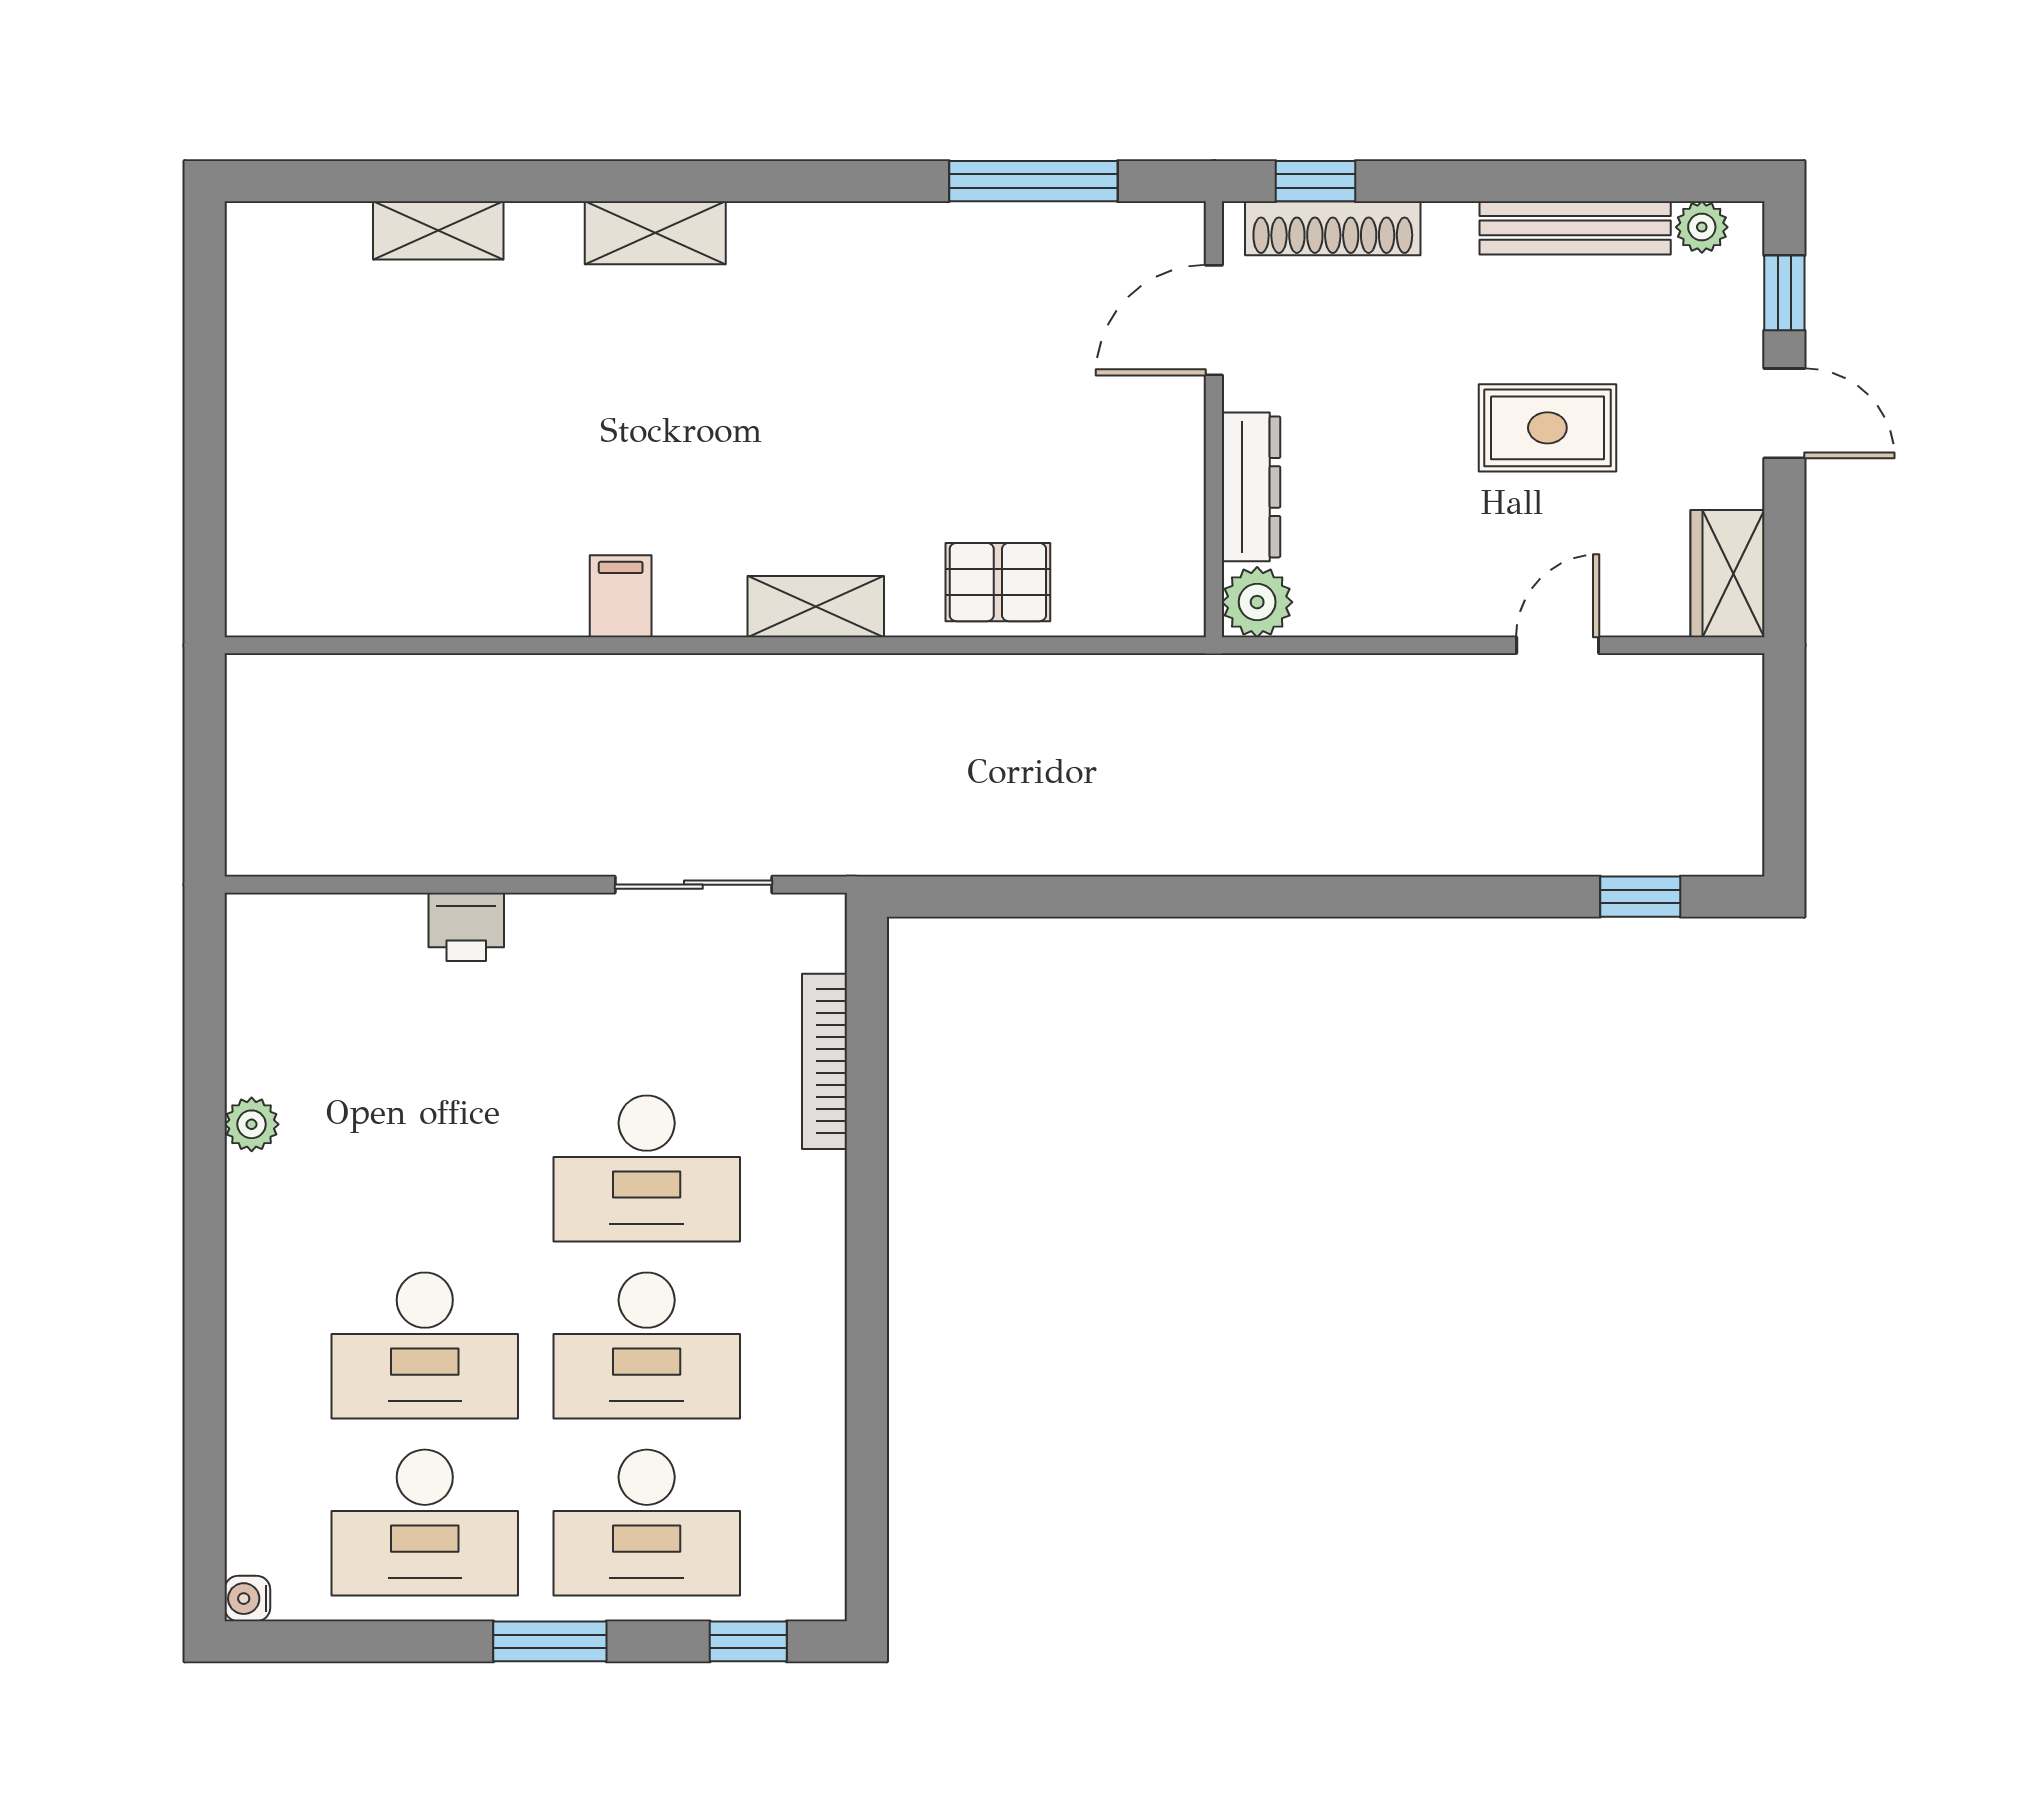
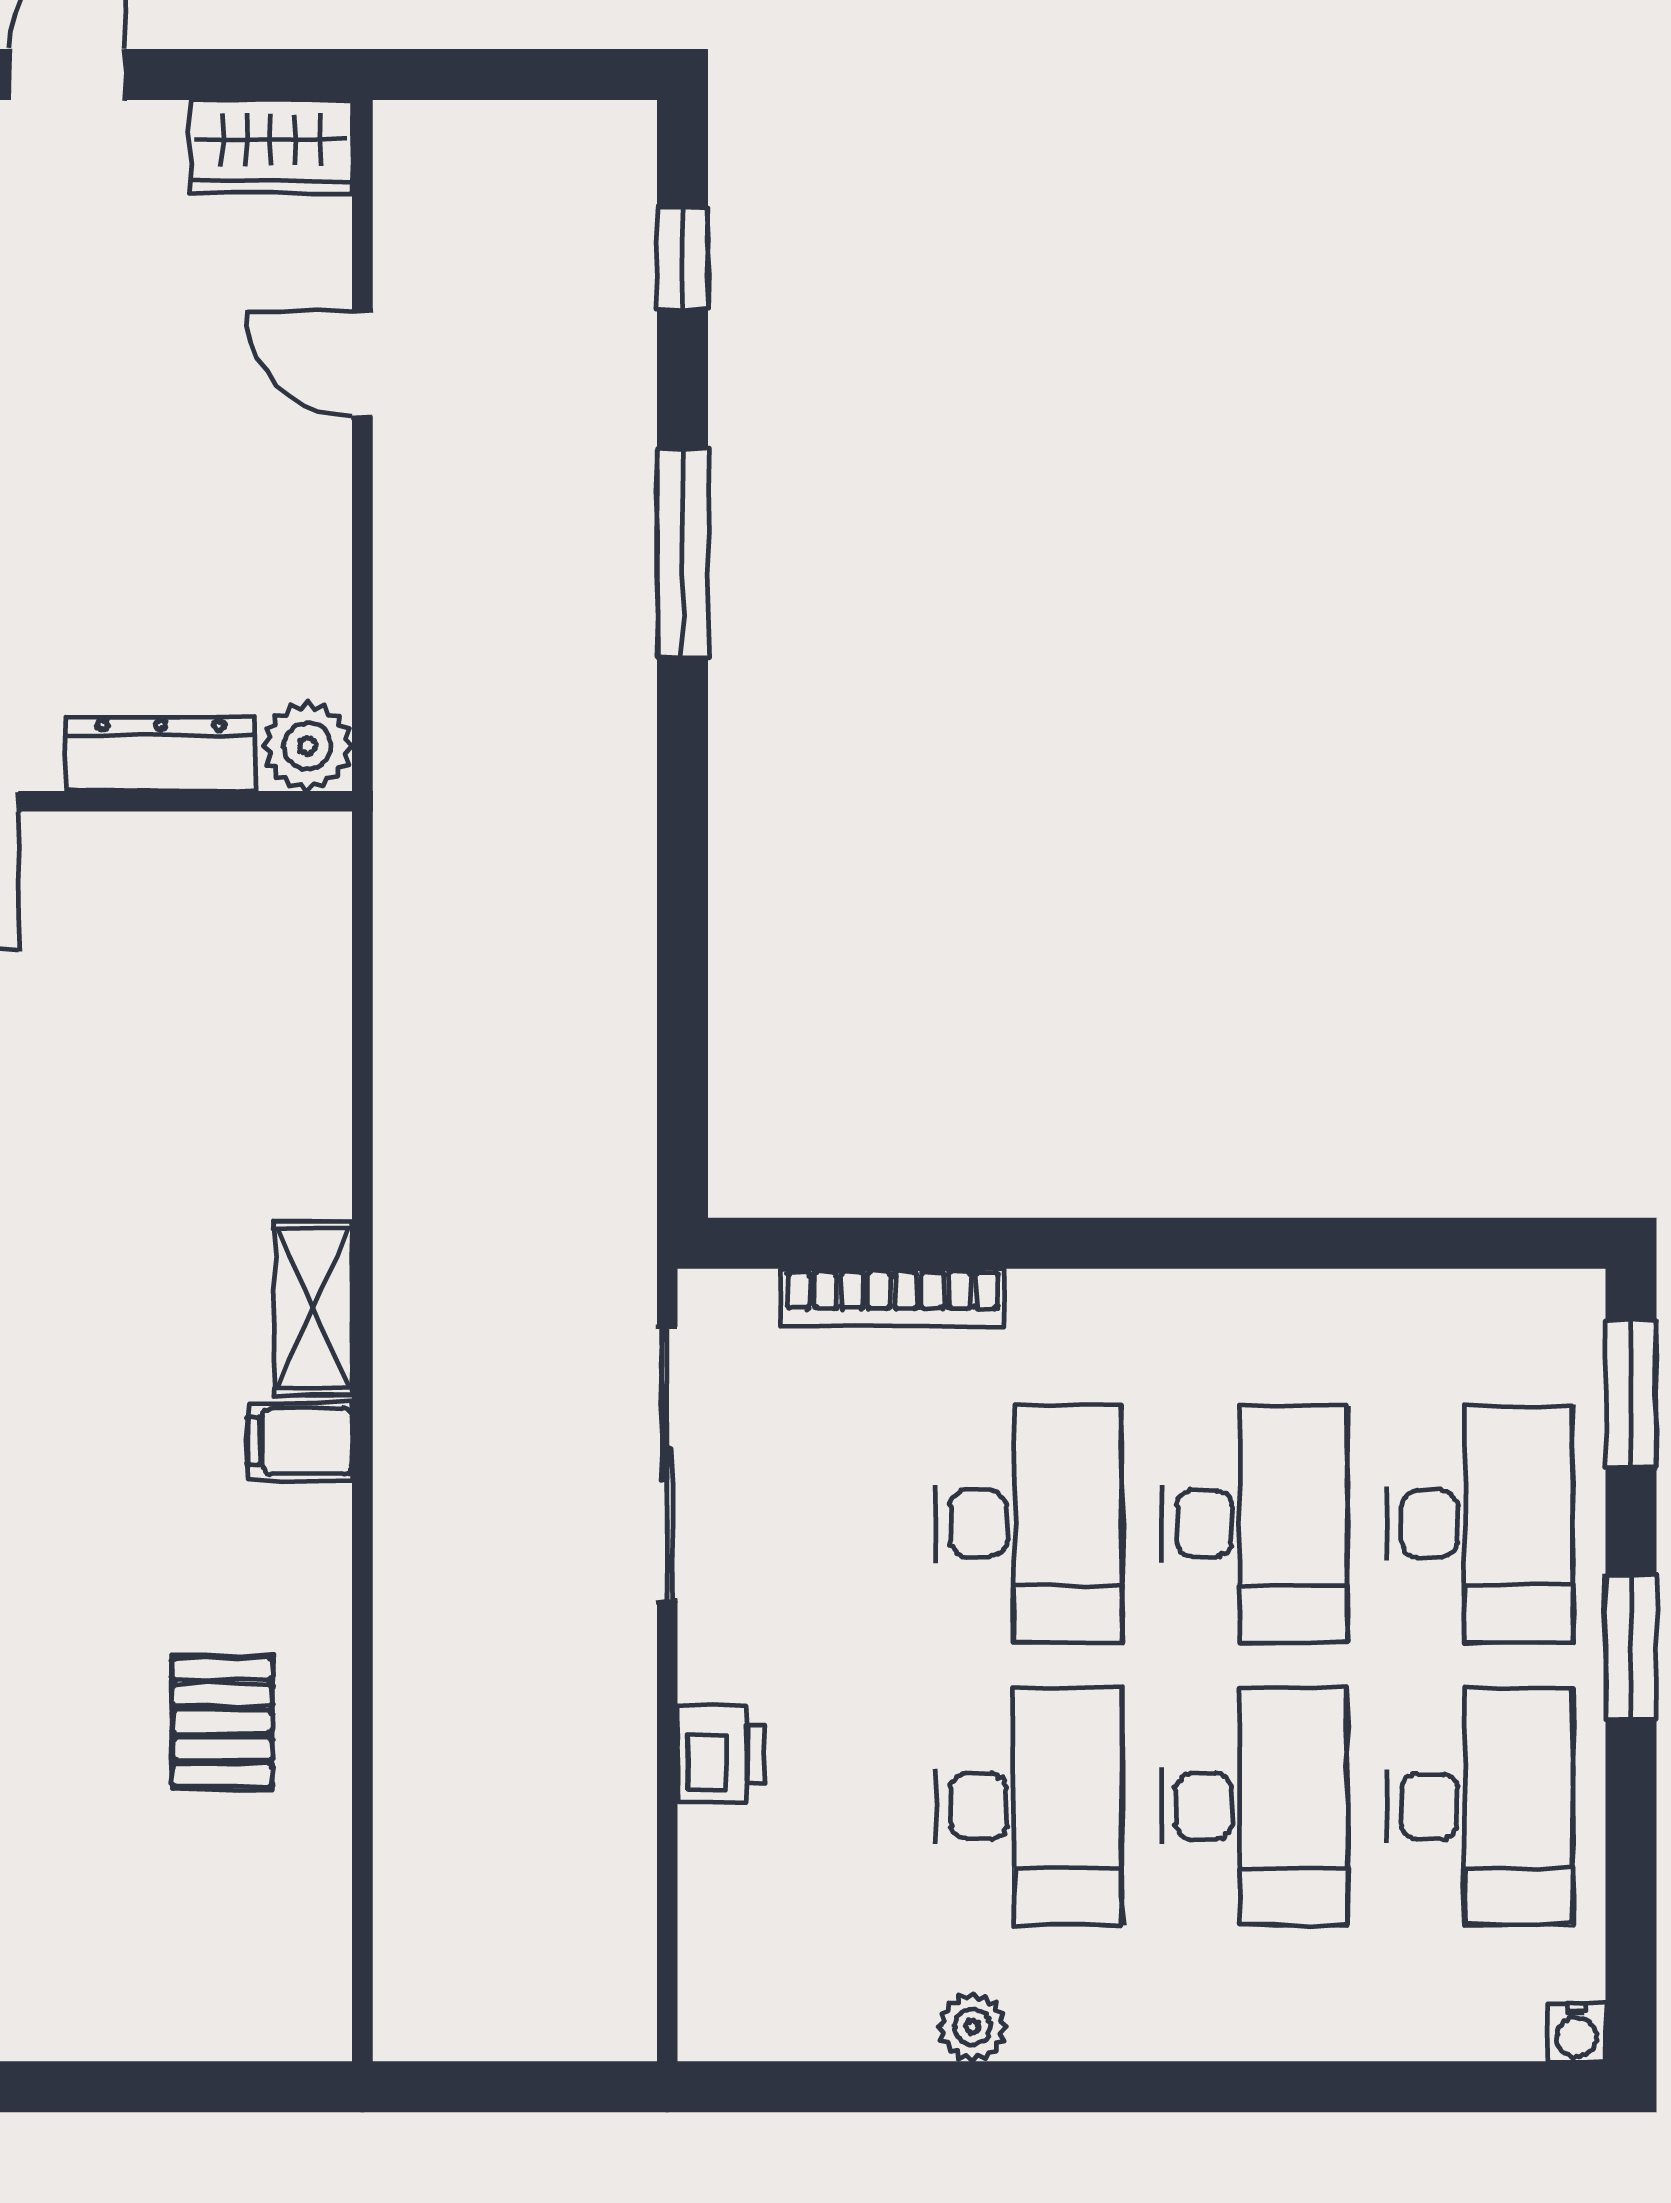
rug: (1547, 428) -> (85, 376), removed
pallet: (998, 582) -> (222, 1722), moved
filing cabinet: (621, 596) -> (300, 1441), moved
sliding door: (693, 885) -> (667, 1464), width x1.37
window: (1408, 897) -> (683, 554), added
desk: (425, 1168) -> (1029, 1806), added
window: (748, 1641) -> (1631, 1394), width x1.50

